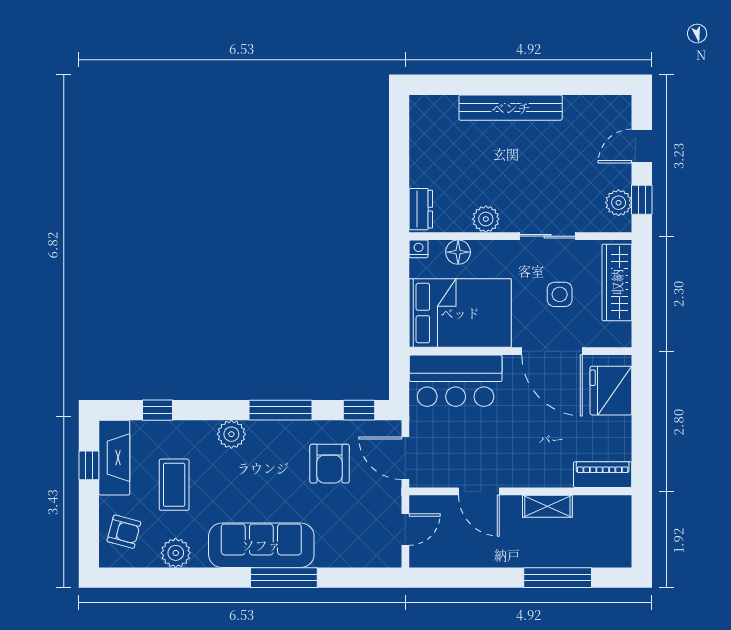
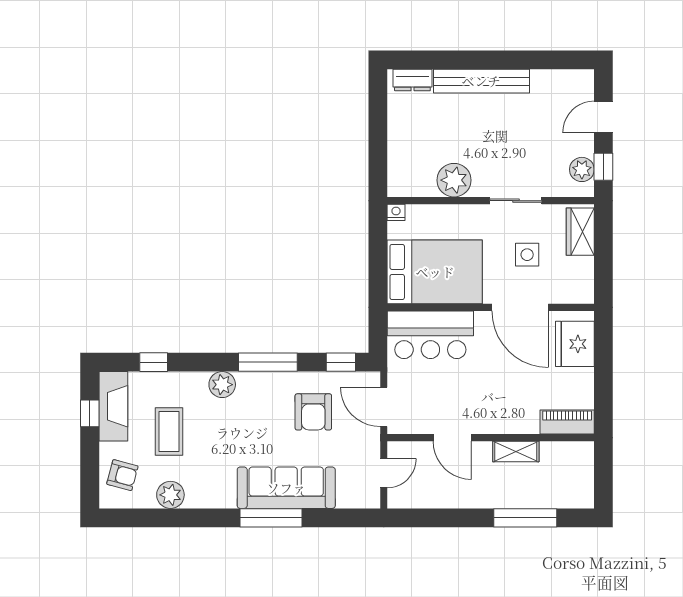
dresser: (421, 209) -> (412, 80), moved, turned 90
plant: (486, 219) -> (454, 180), width x1.36, depth x1.36
floor lamp: (458, 252) -> (433, 215), removed
wardrobe: (617, 282) -> (580, 232), width x0.67
sofa: (261, 545) -> (286, 488), moved

